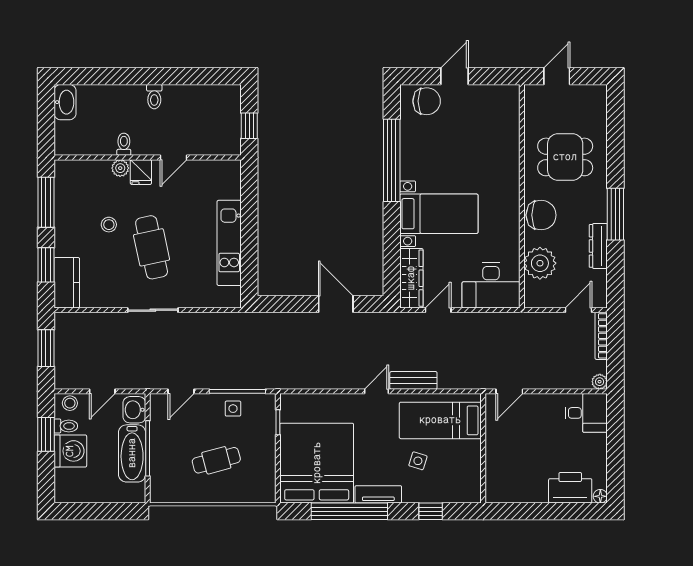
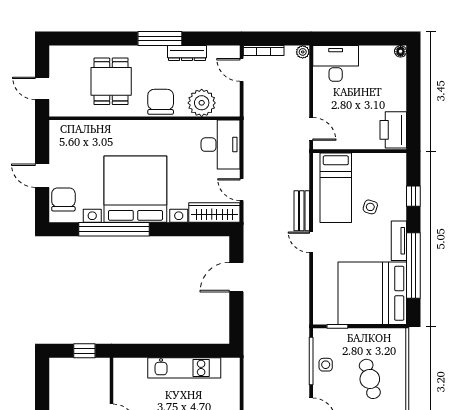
bed with nightstands: (439, 214) -> (135, 189), width x1.85
desk: (586, 413) -> (336, 63), width x1.37
printer: (570, 488) -> (393, 130), moved

